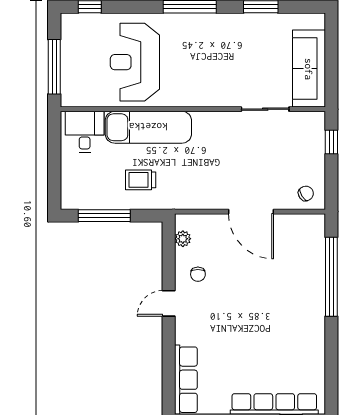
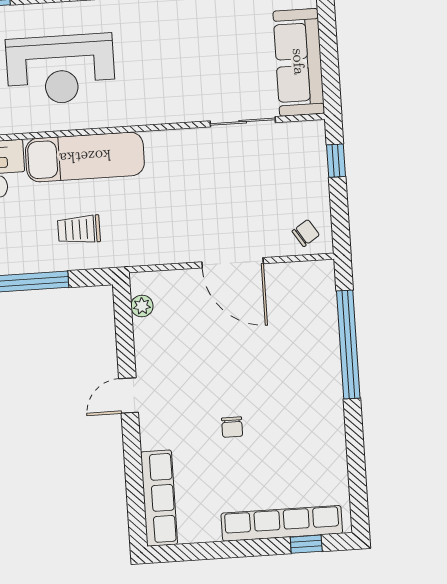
reception desk: (135, 62) -> (61, 69), turned -90
chair: (198, 274) -> (232, 427), moved

